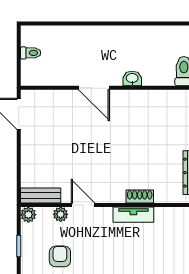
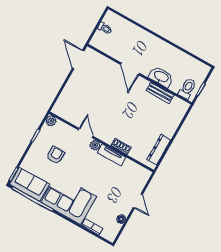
washbasin: (132, 78) -> (161, 77), width x1.91, depth x1.45
bench: (41, 196) -> (160, 93), moved
plant: (61, 214) -> (95, 145), moved

